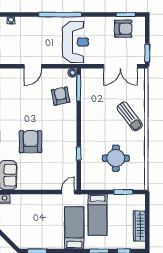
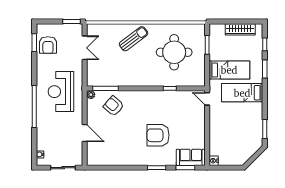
armchair: (123, 29) -> (48, 45), turned 180
reception desk: (75, 42) -> (61, 92), turned -90
double door: (120, 66) -> (85, 48), width x0.73
armchair: (61, 96) -> (114, 106), turned 52
round table: (116, 158) -> (174, 52), width x1.36, depth x1.36

